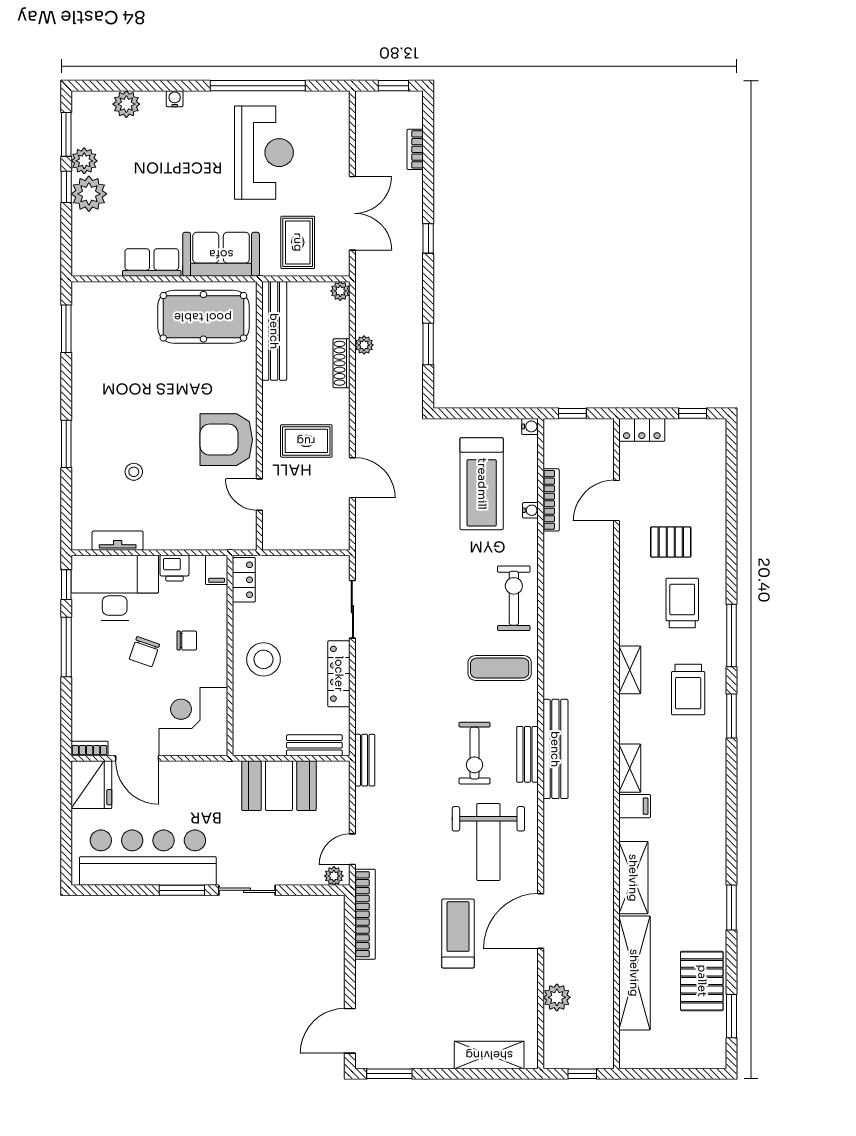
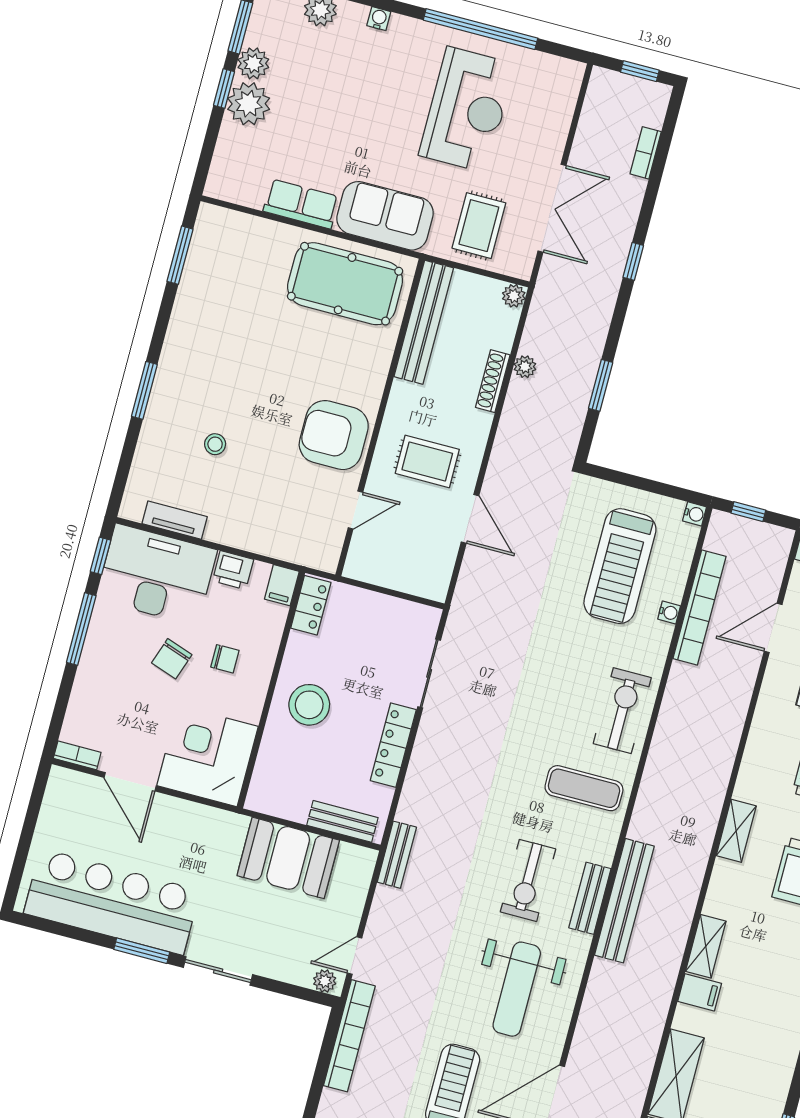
door: (259, 495) -> (355, 510), swing flipped
bookcase: (551, 500) -> (699, 608), width x1.48, depth x1.31
fridge: (91, 785) -> (68, 799), removed

